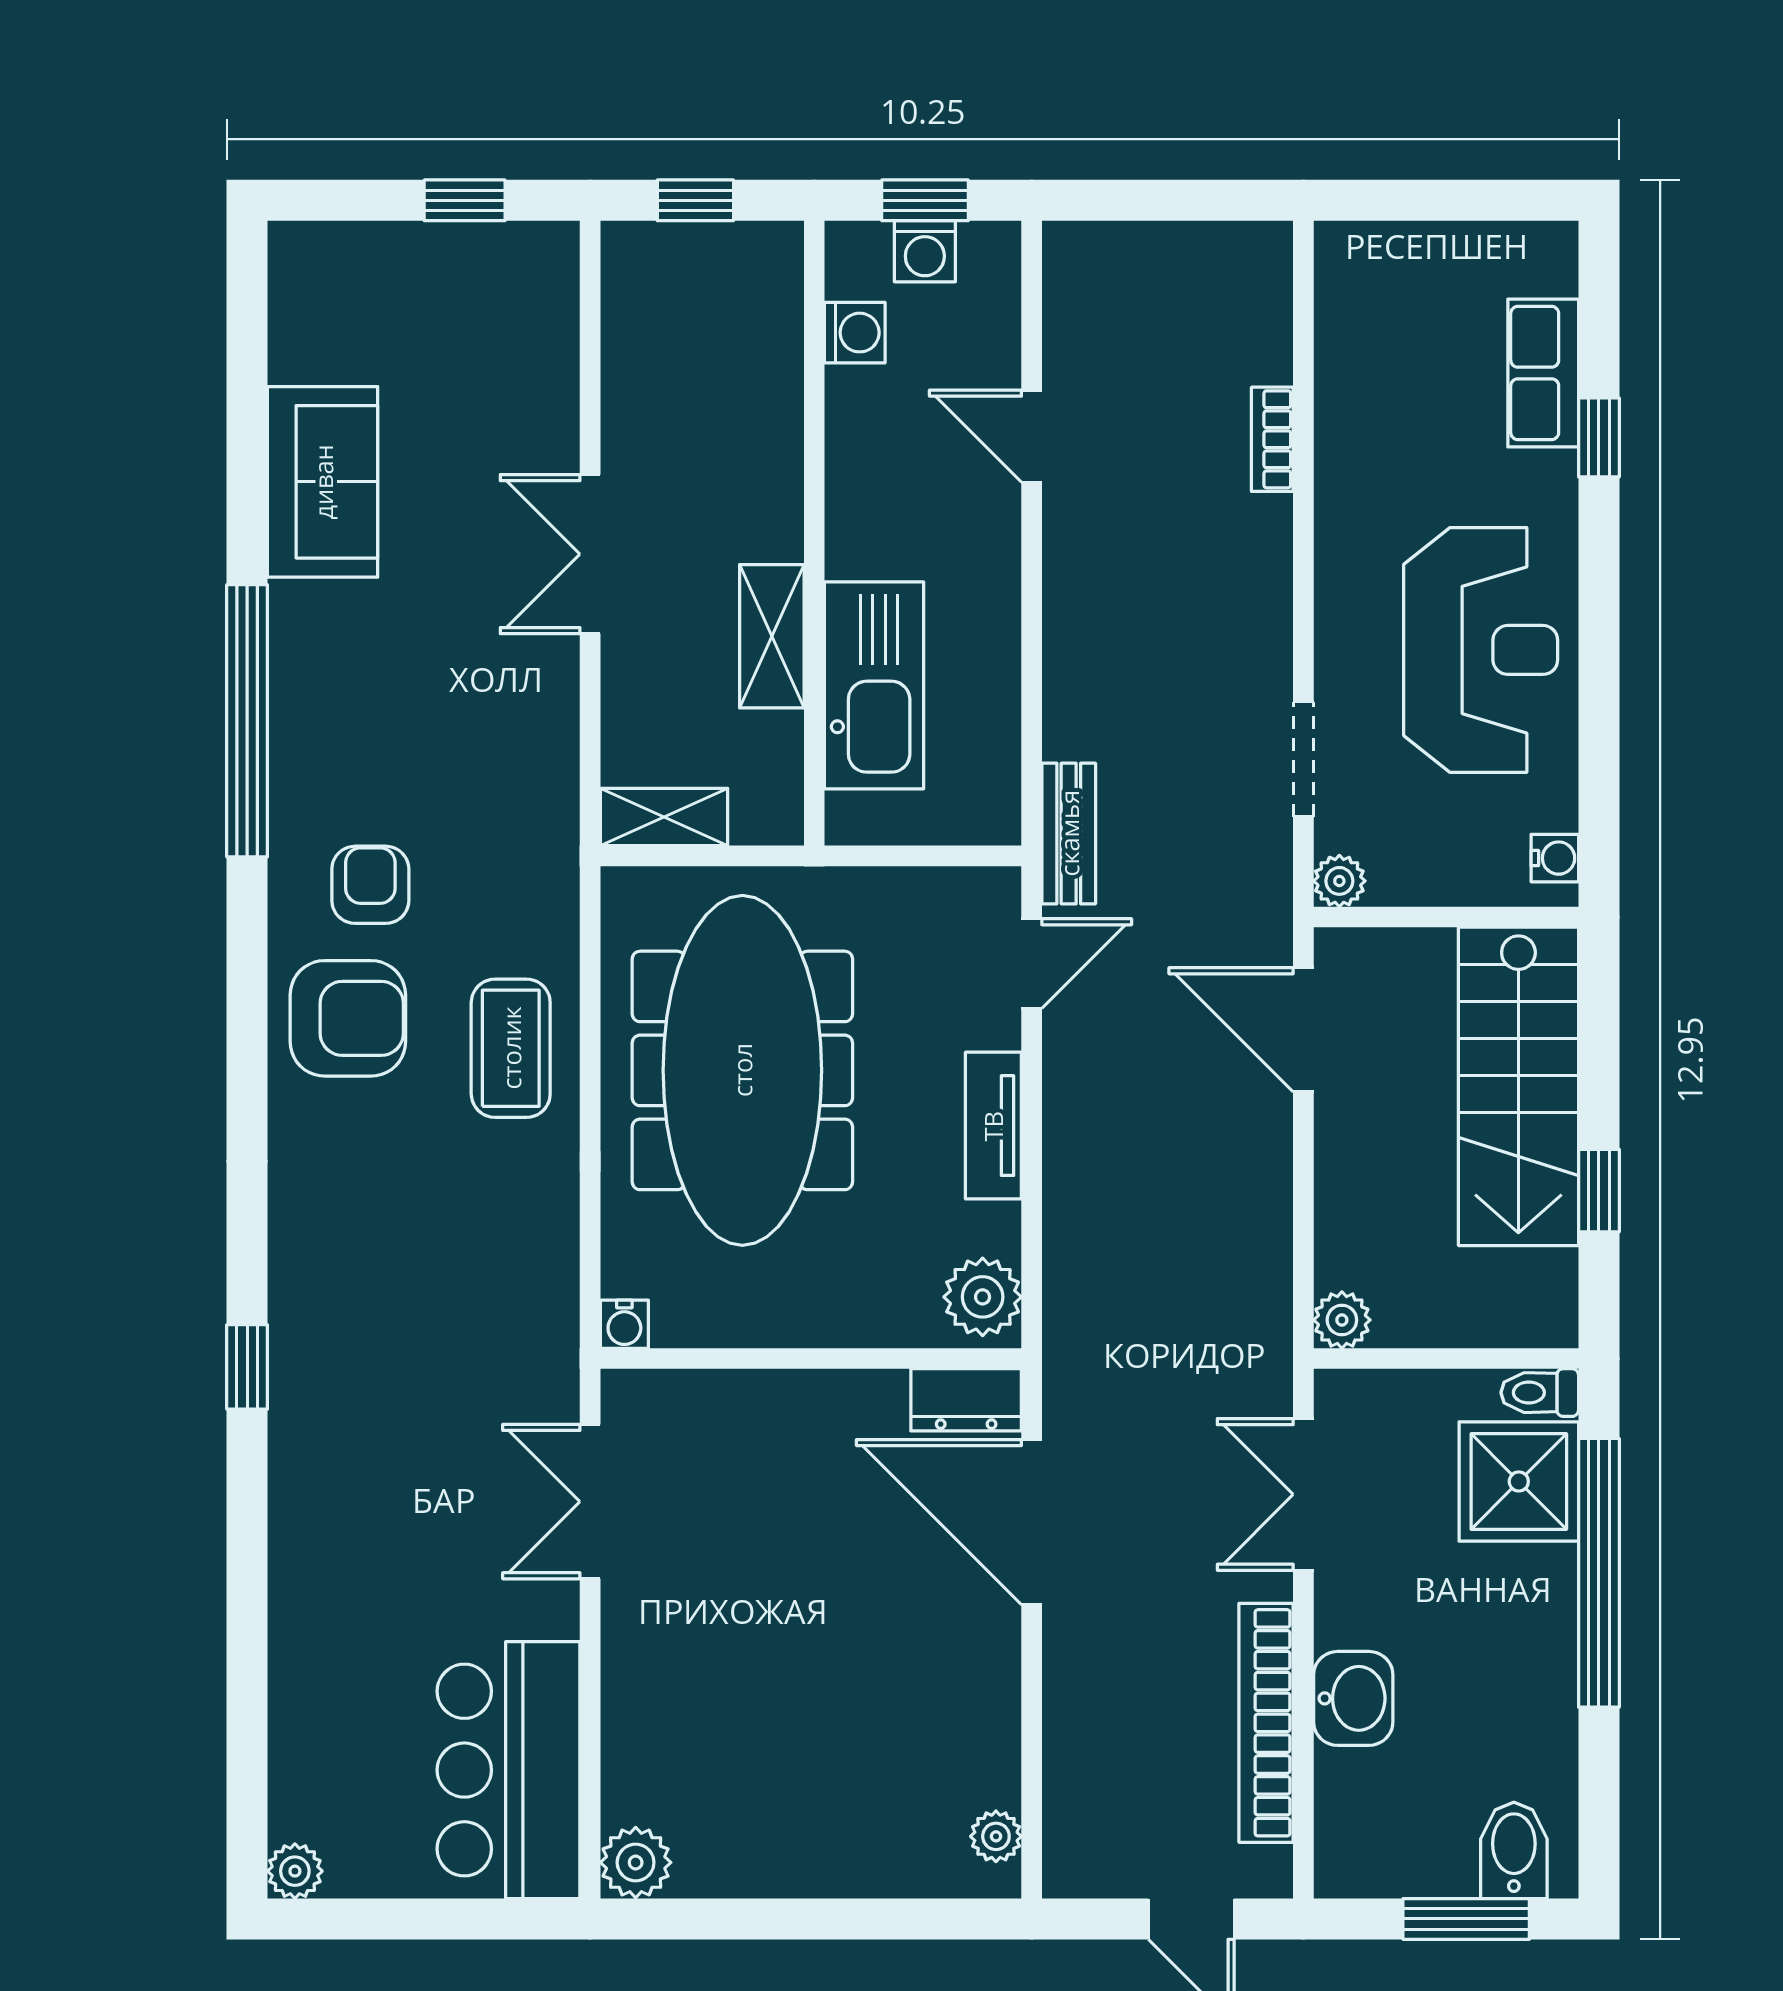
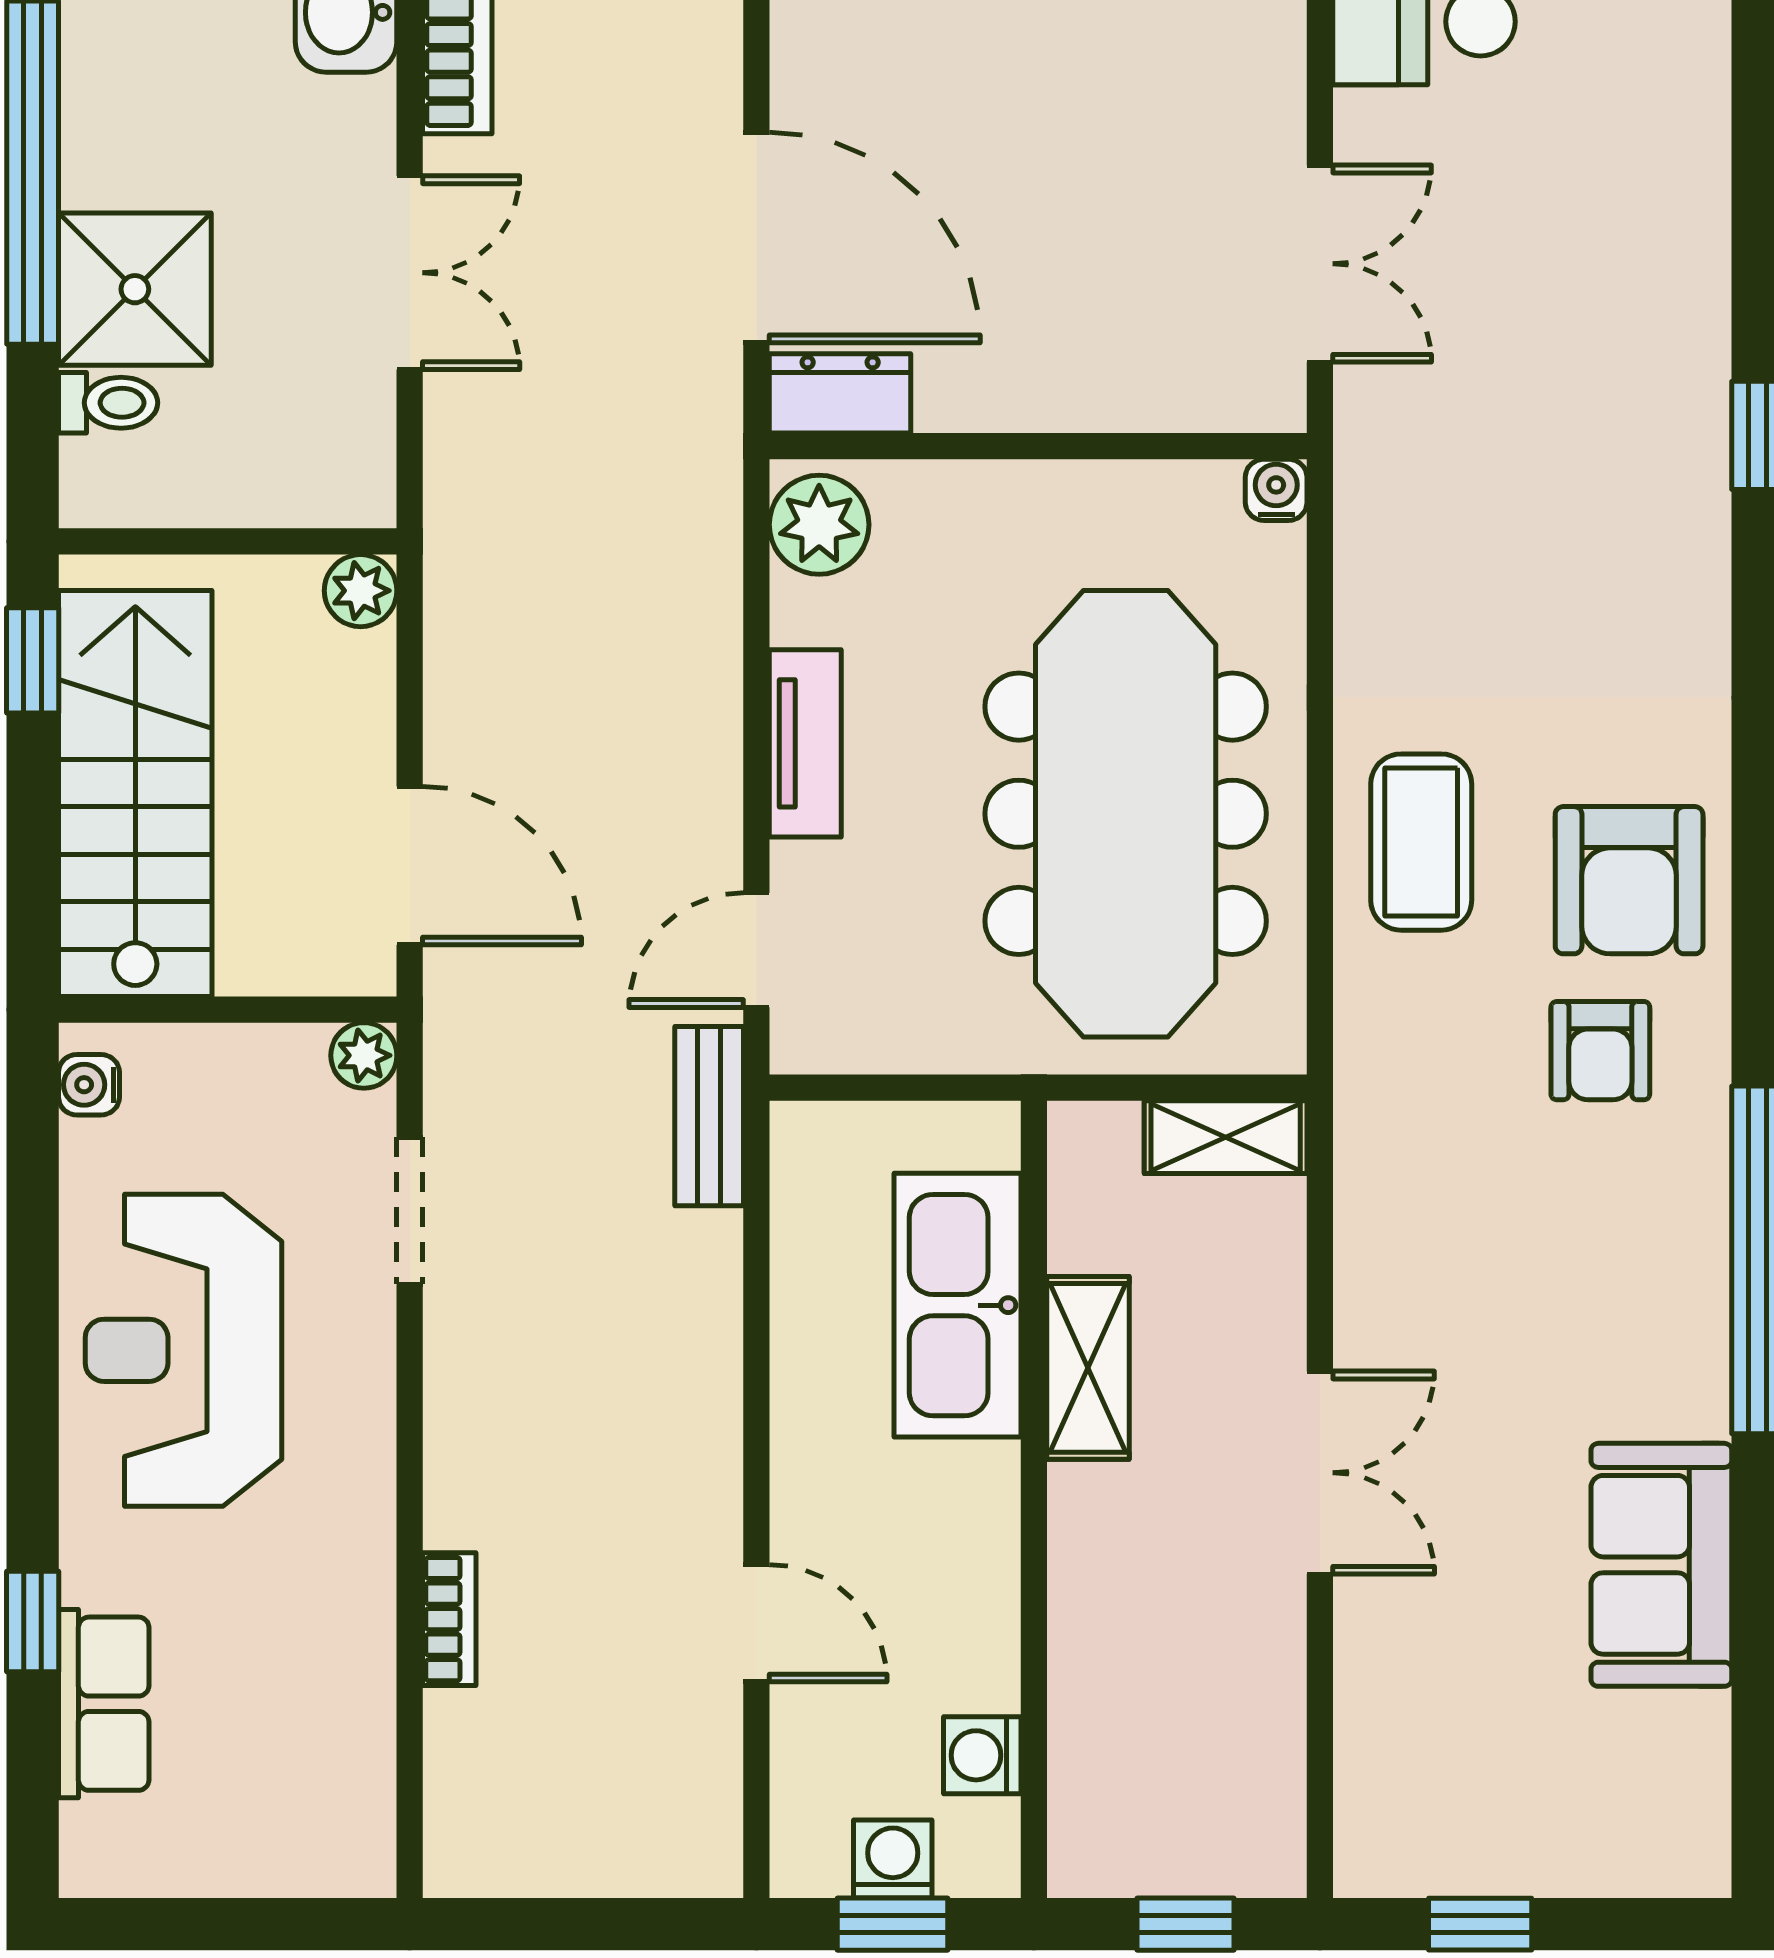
armchair: (348, 1018) -> (1629, 880), turned -90
plant: (1342, 1320) -> (361, 591), moved
wall: (1446, 1359) -> (228, 541), moved

